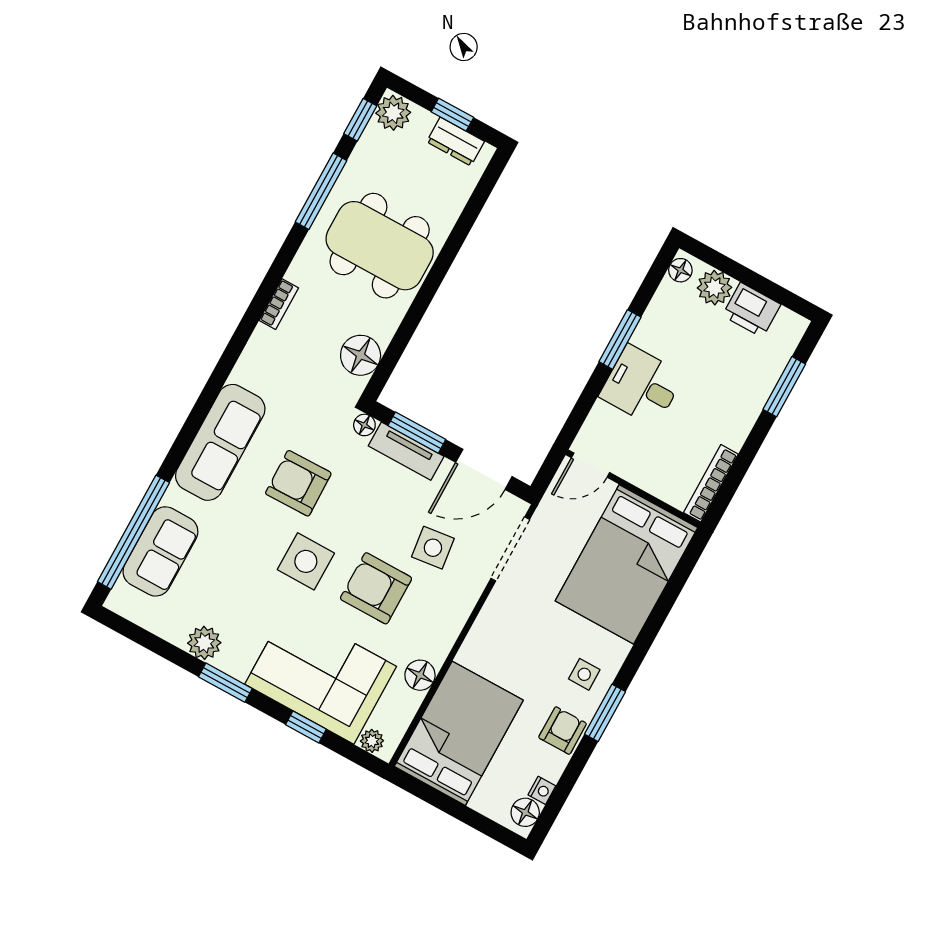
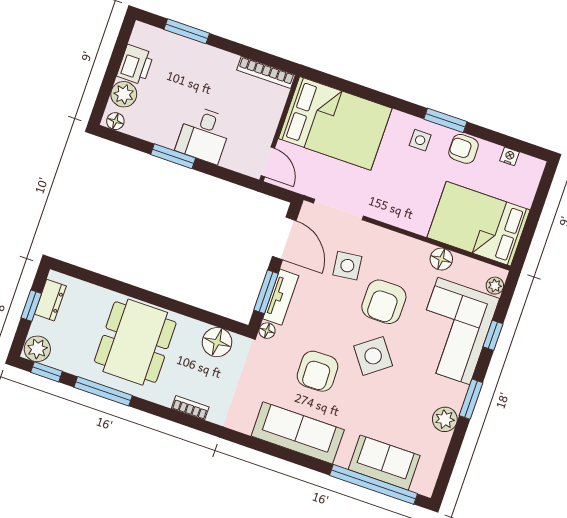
side table: (306, 561) -> (373, 356), turned -37
floor lamp: (525, 812) -> (527, 166), removed

